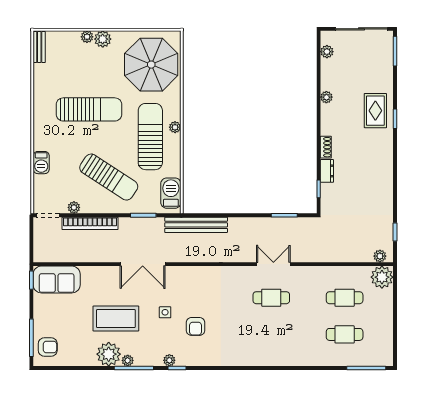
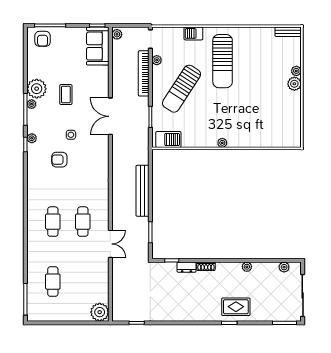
parasol: (151, 65) -> (274, 123), removed
sun lounger: (89, 109) -> (223, 61), moved
sun lounger: (150, 137) -> (215, 123), removed
bench: (196, 225) -> (142, 191), moved
plant: (380, 256) -> (117, 34), moved
double door: (273, 264) -> (110, 244), moved
cafe table: (345, 298) -> (53, 222), moved
coffee table: (116, 319) -> (66, 95), width x0.54, depth x0.58

